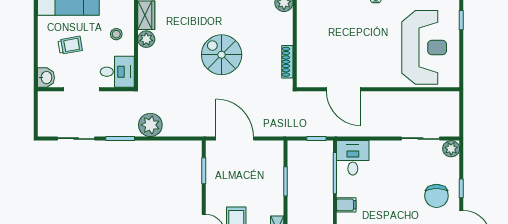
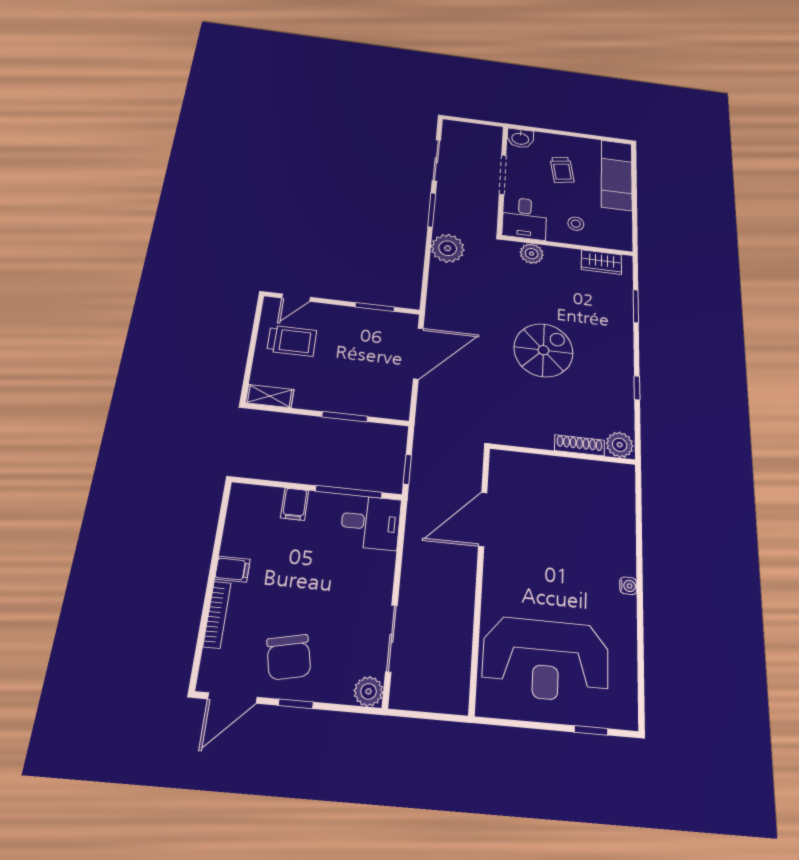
plant: (146, 39) -> (532, 254), moved
shoe rack: (287, 62) -> (580, 445), moved
chair: (436, 196) -> (289, 657), turned -102

